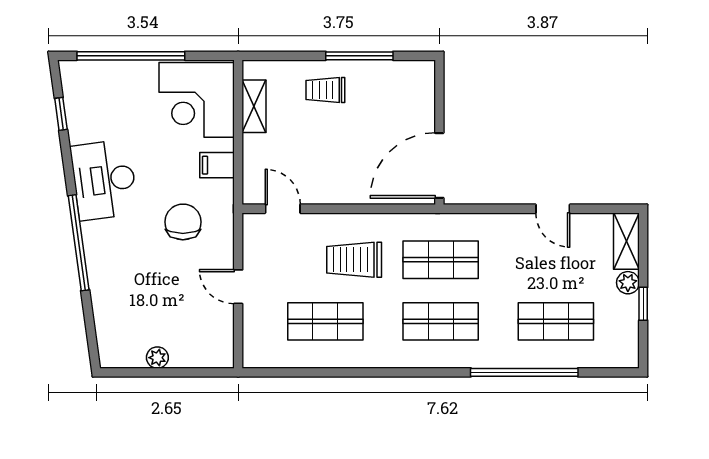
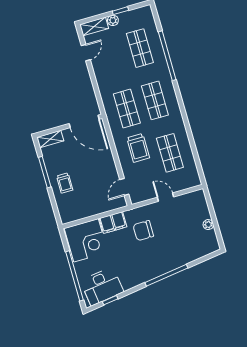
shelving: (254, 106) -> (50, 139), moved
filing cabinet: (217, 165) -> (113, 223), width x2.00
desk: (104, 180) -> (102, 286), moved
door: (553, 209) -> (86, 53), moved
door: (238, 287) -> (166, 197), swing flipped

